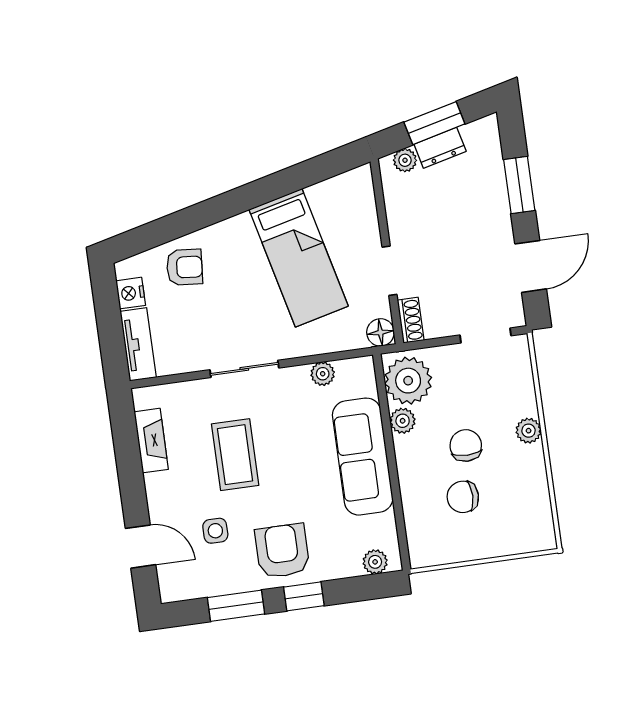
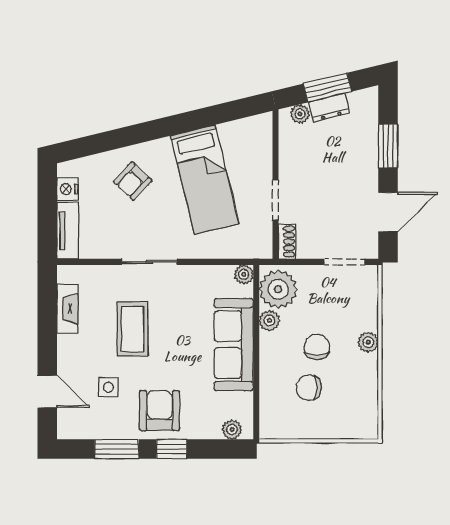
armchair: (185, 267) -> (133, 181), moved, turned 128
floor lamp: (380, 332) -> (262, 248), removed
plant: (323, 374) -> (244, 274), moved

